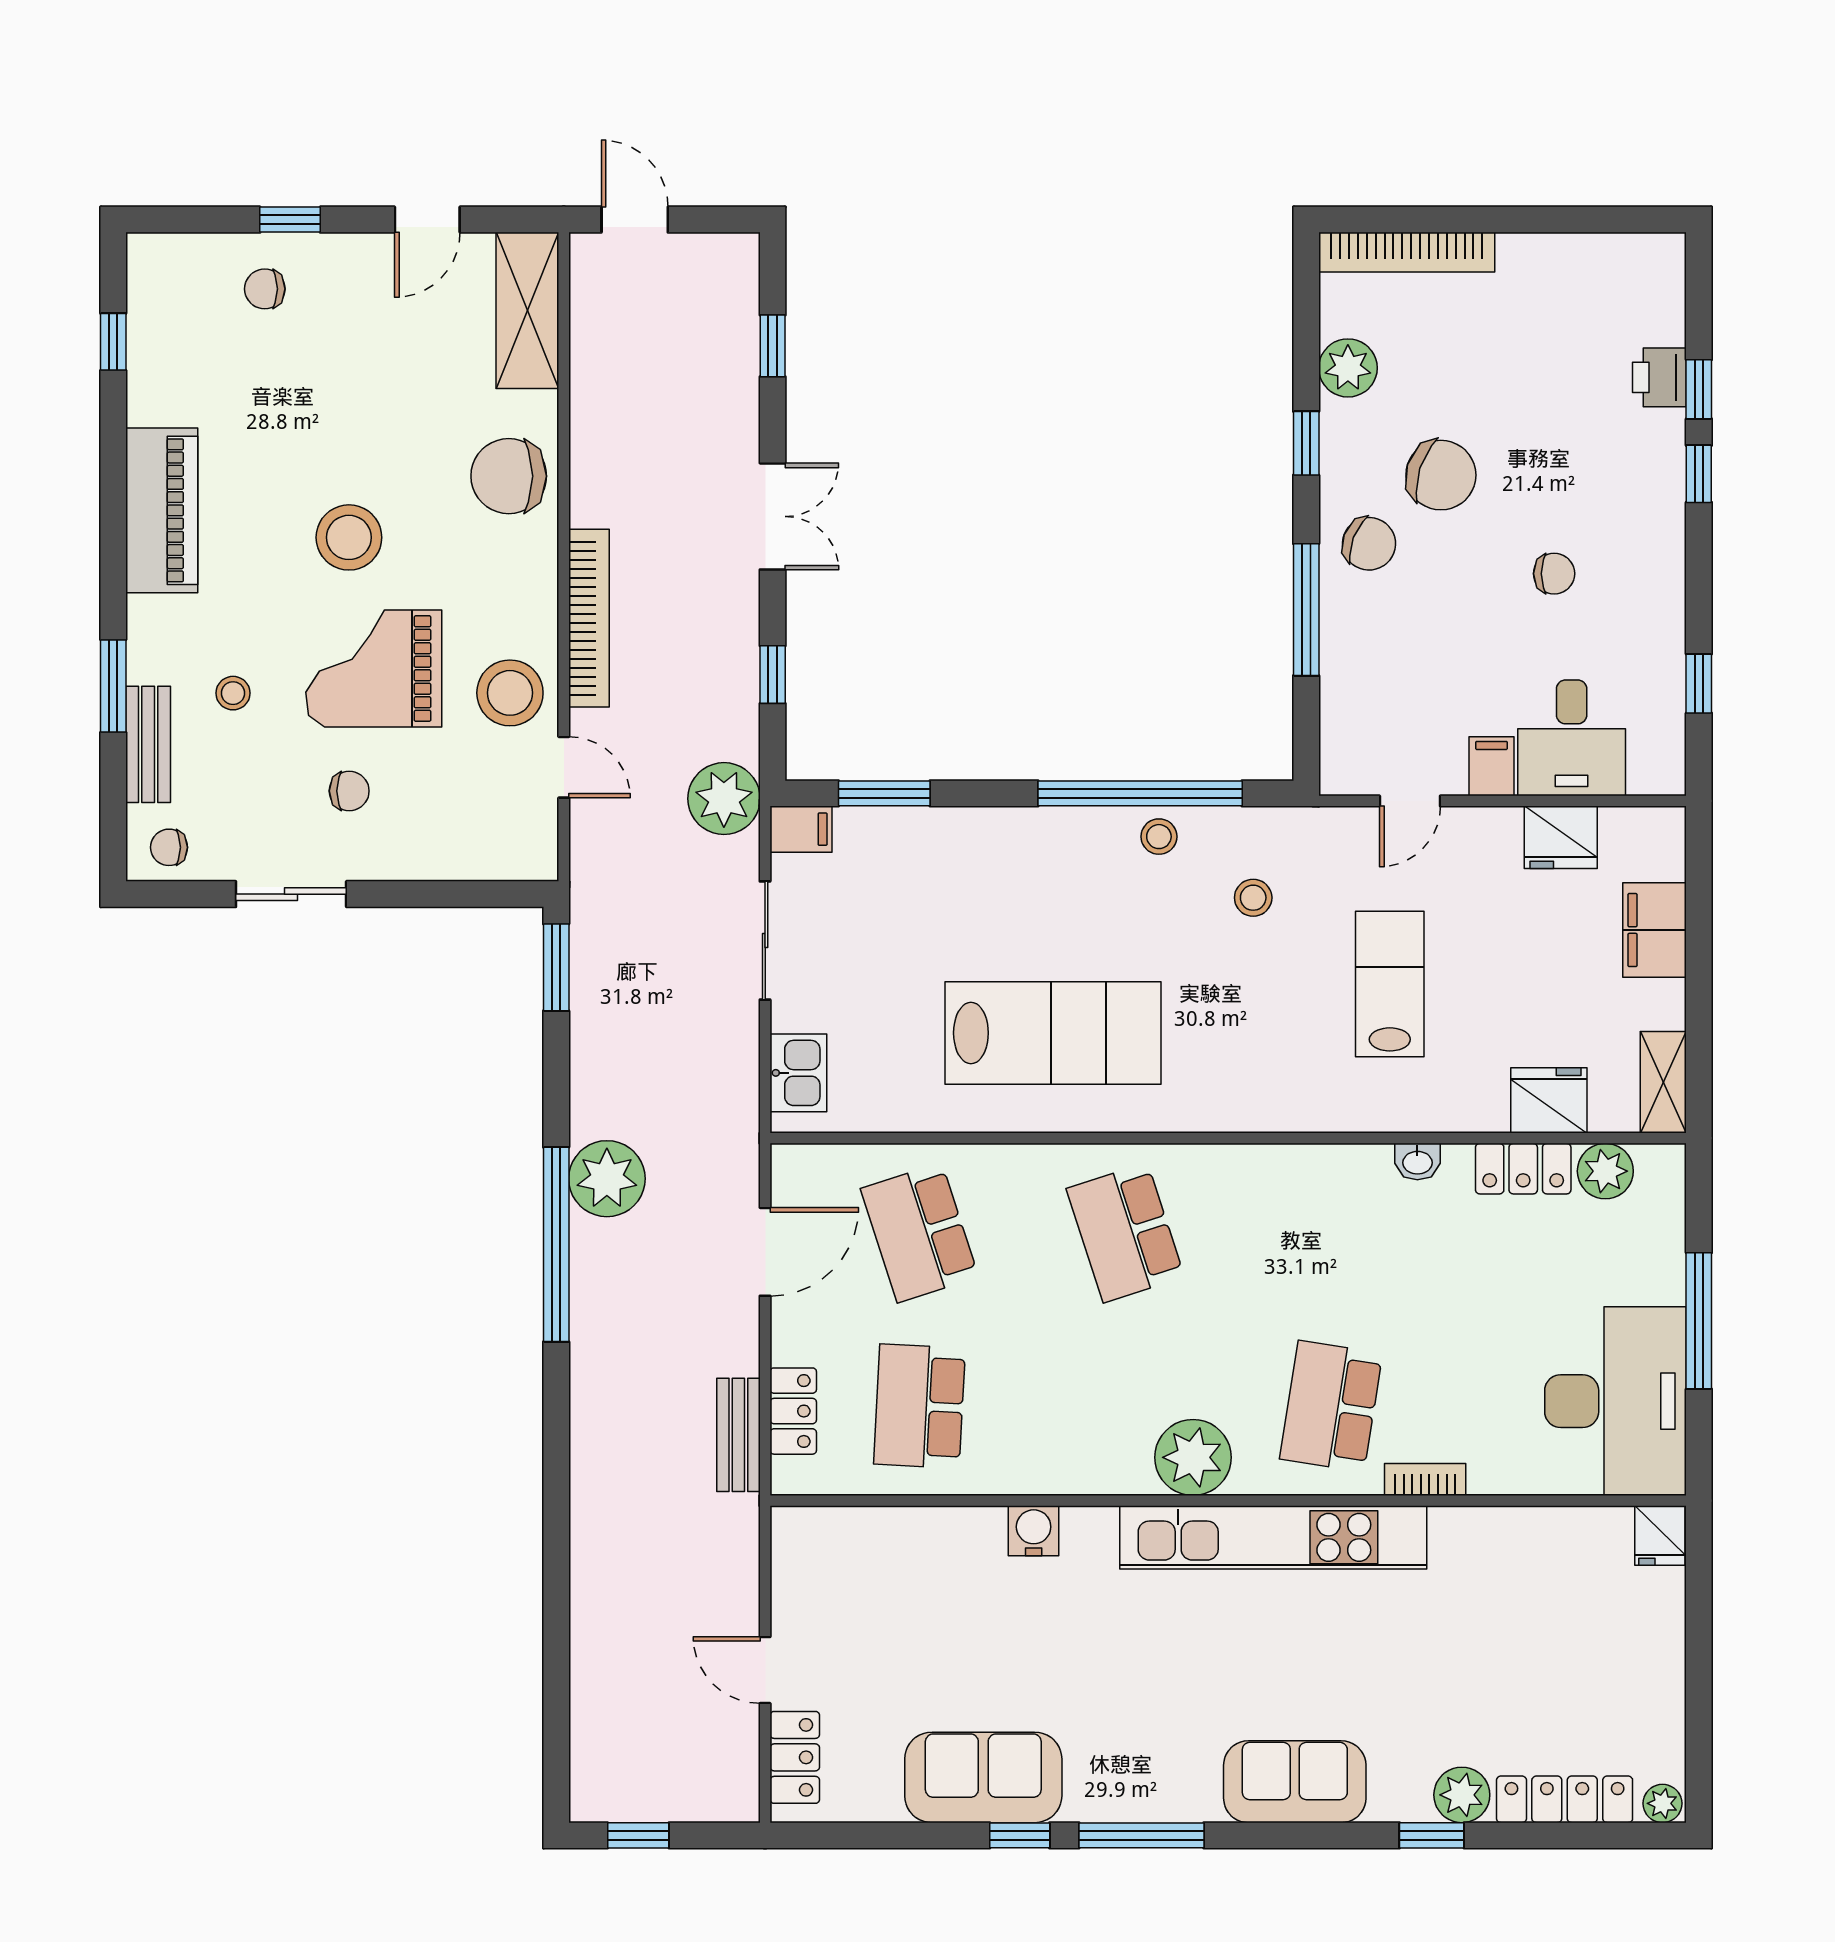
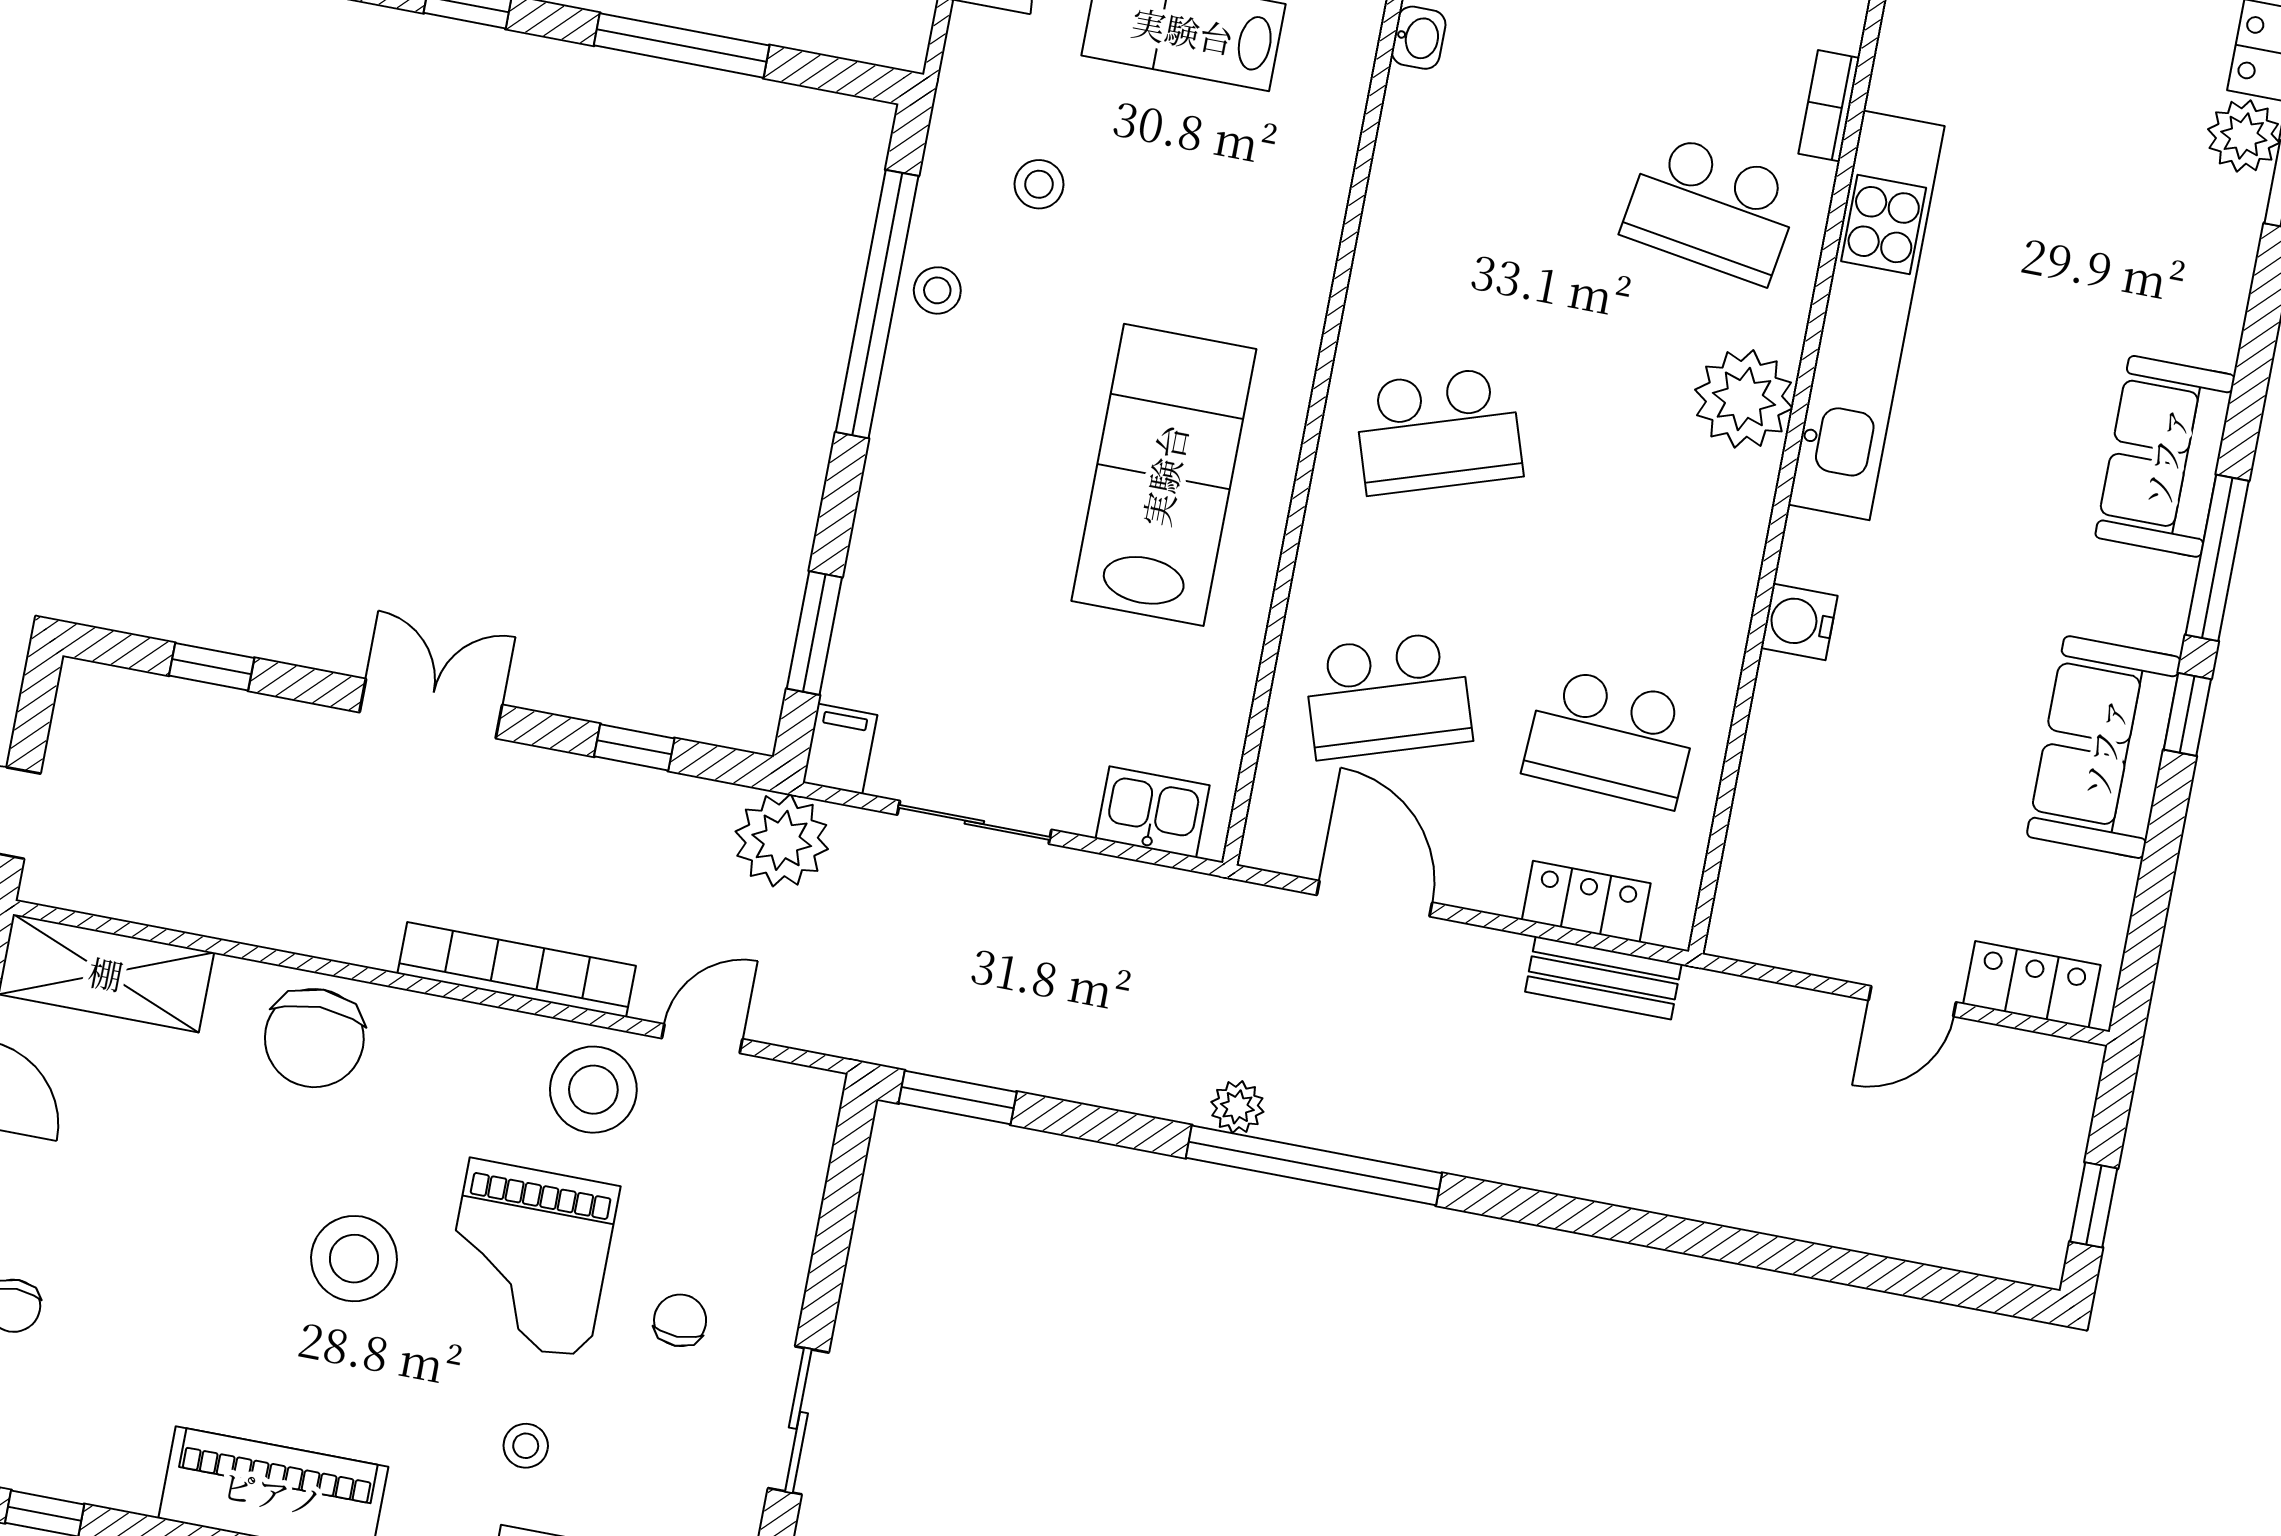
plant: (607, 1179) -> (1237, 1107), width x0.53, depth x0.53
sofa: (1295, 1782) -> (2165, 456), moved

